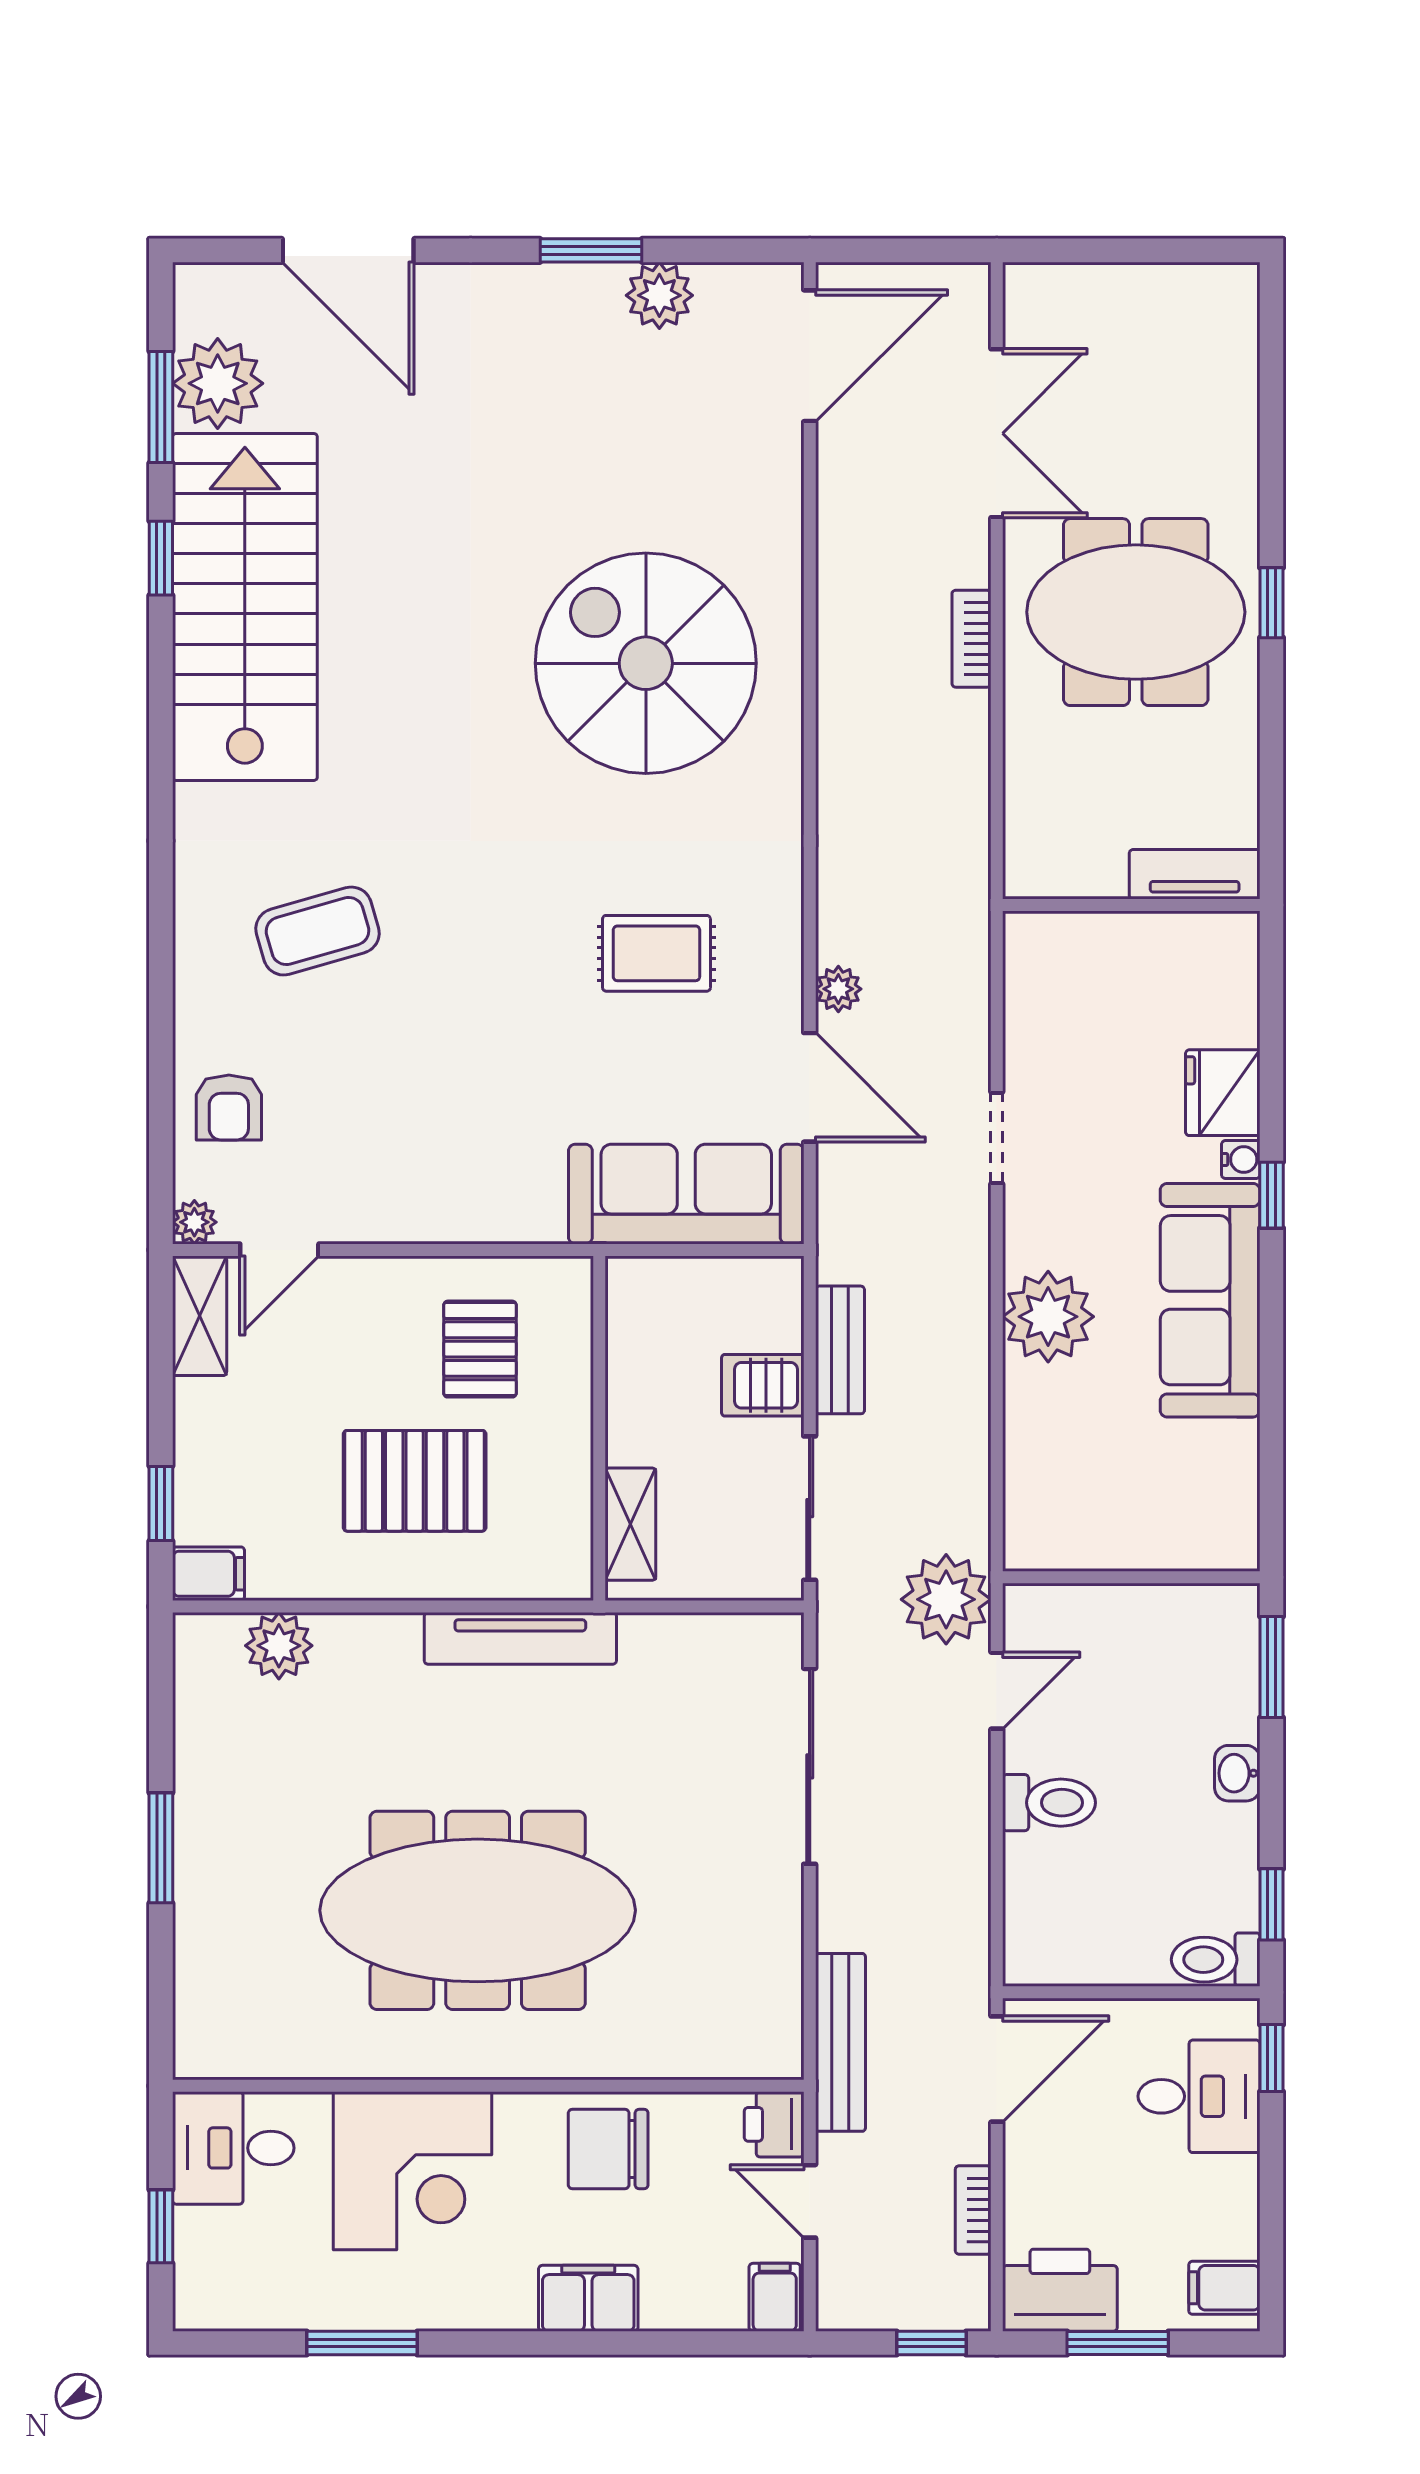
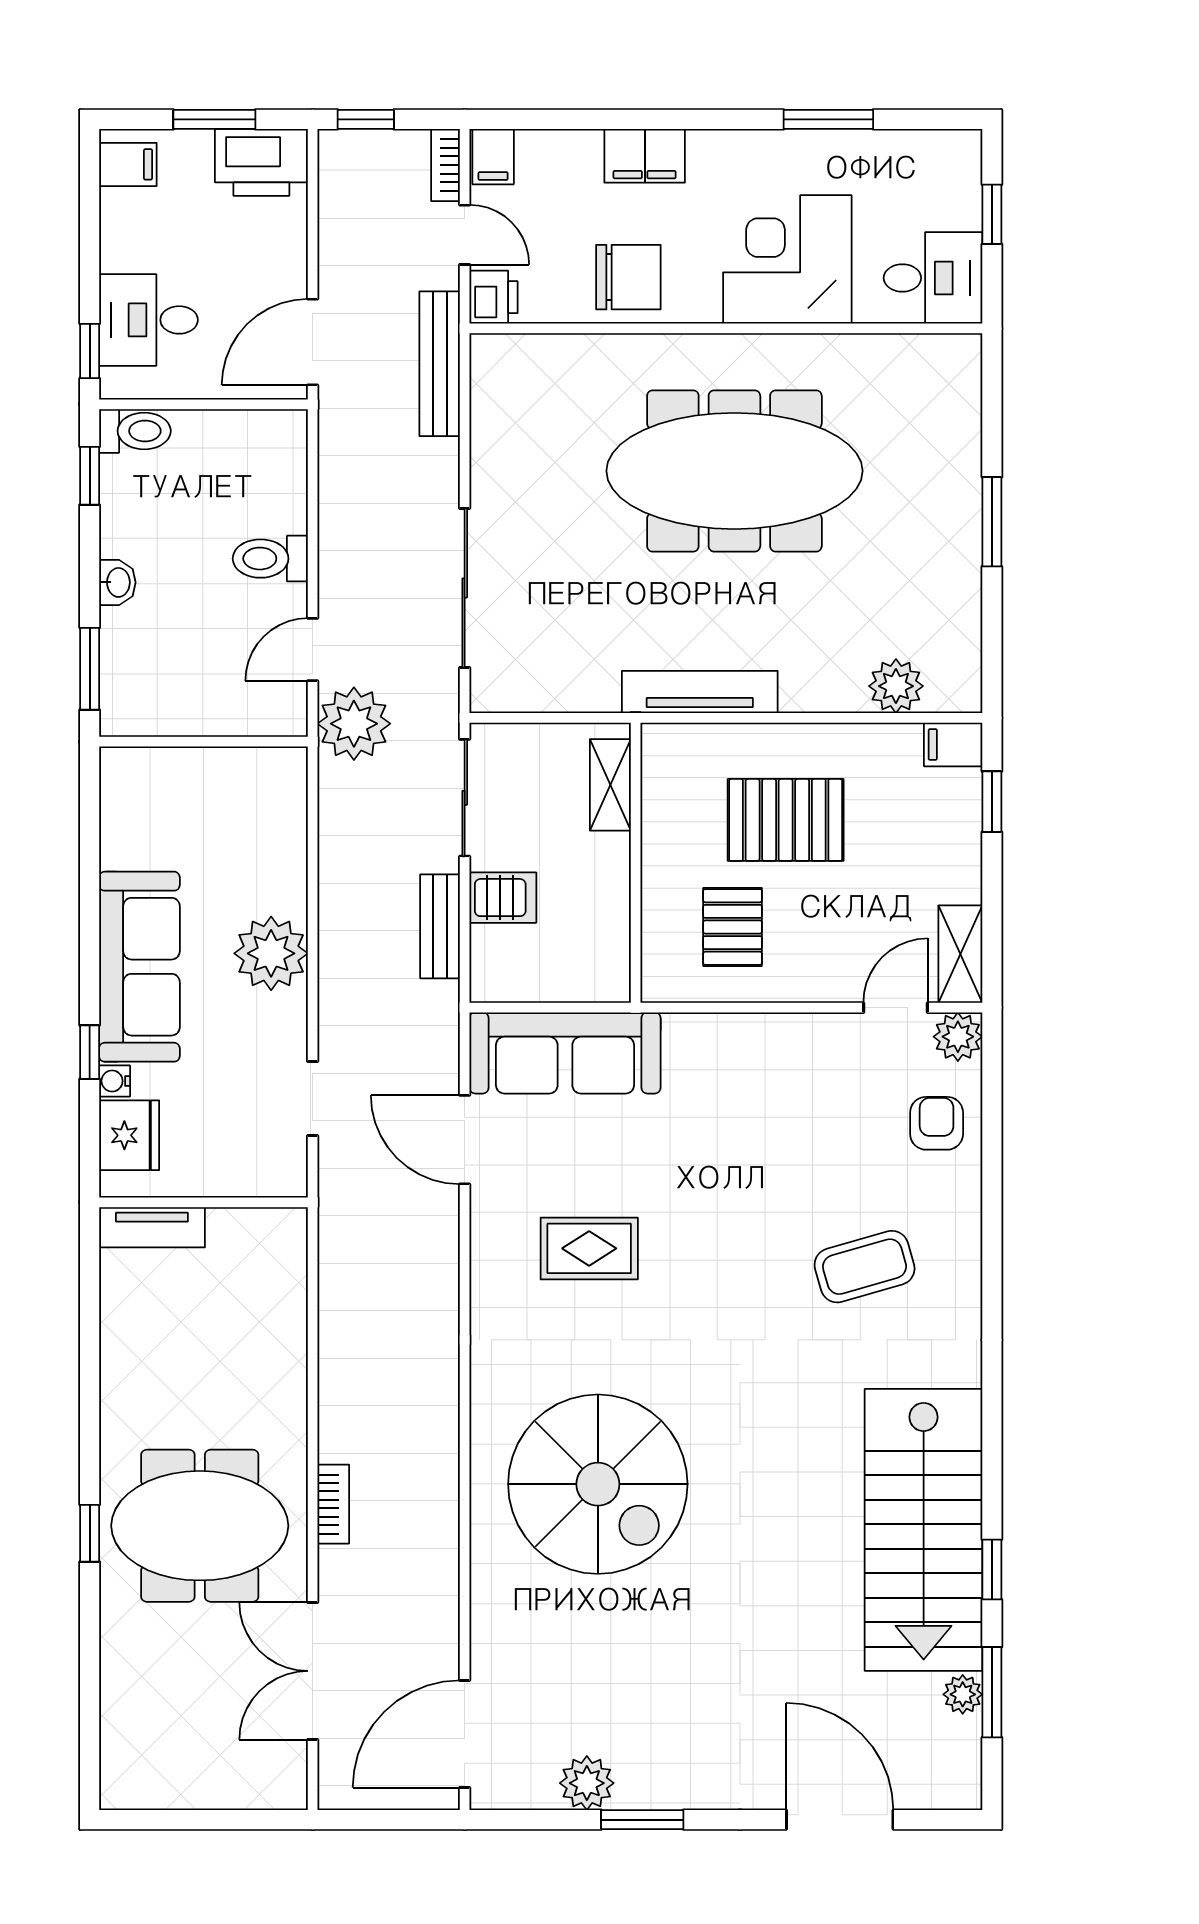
plant: (218, 383) -> (963, 1694), width x0.53, depth x0.53
tv unit: (1195, 874) -> (152, 1227), moved
wall: (1131, 905) -> (203, 1202), moved
plant: (838, 989) -> (441, 1220), removed
plant: (194, 1222) -> (958, 1037), width x1.38, depth x1.38
bookcase: (973, 2210) -> (446, 165), moved, turned 180

